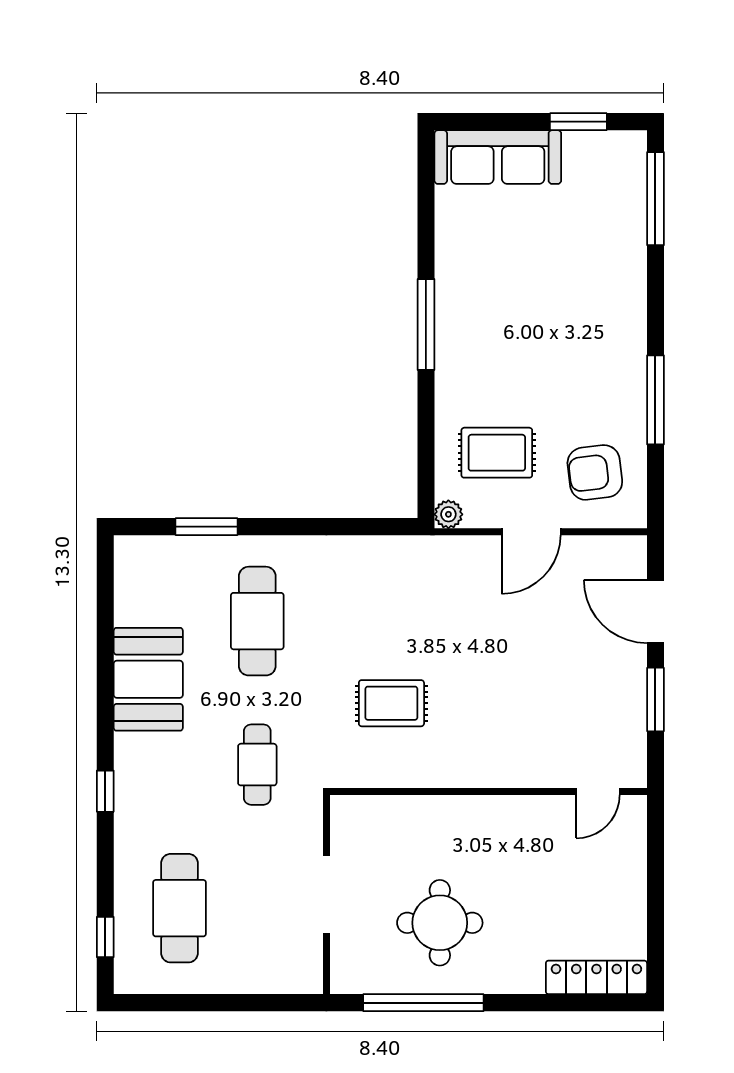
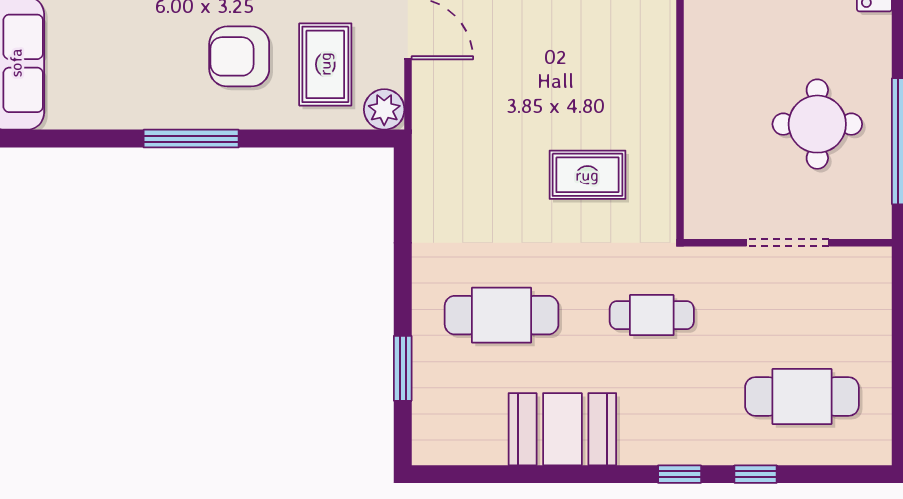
armchair: (504, 370) -> (239, 56), added
plant: (448, 514) -> (384, 109), width x1.38, depth x1.38
rug: (391, 703) -> (587, 175), turned 90
window: (105, 937) -> (756, 474), moved

